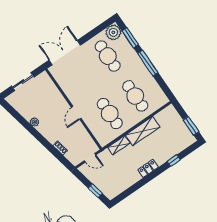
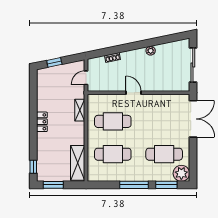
sliding door: (23, 82) -> (193, 65), width x1.37
shelving: (143, 131) -> (78, 163), moved
window: (174, 161) -> (33, 167), moved

